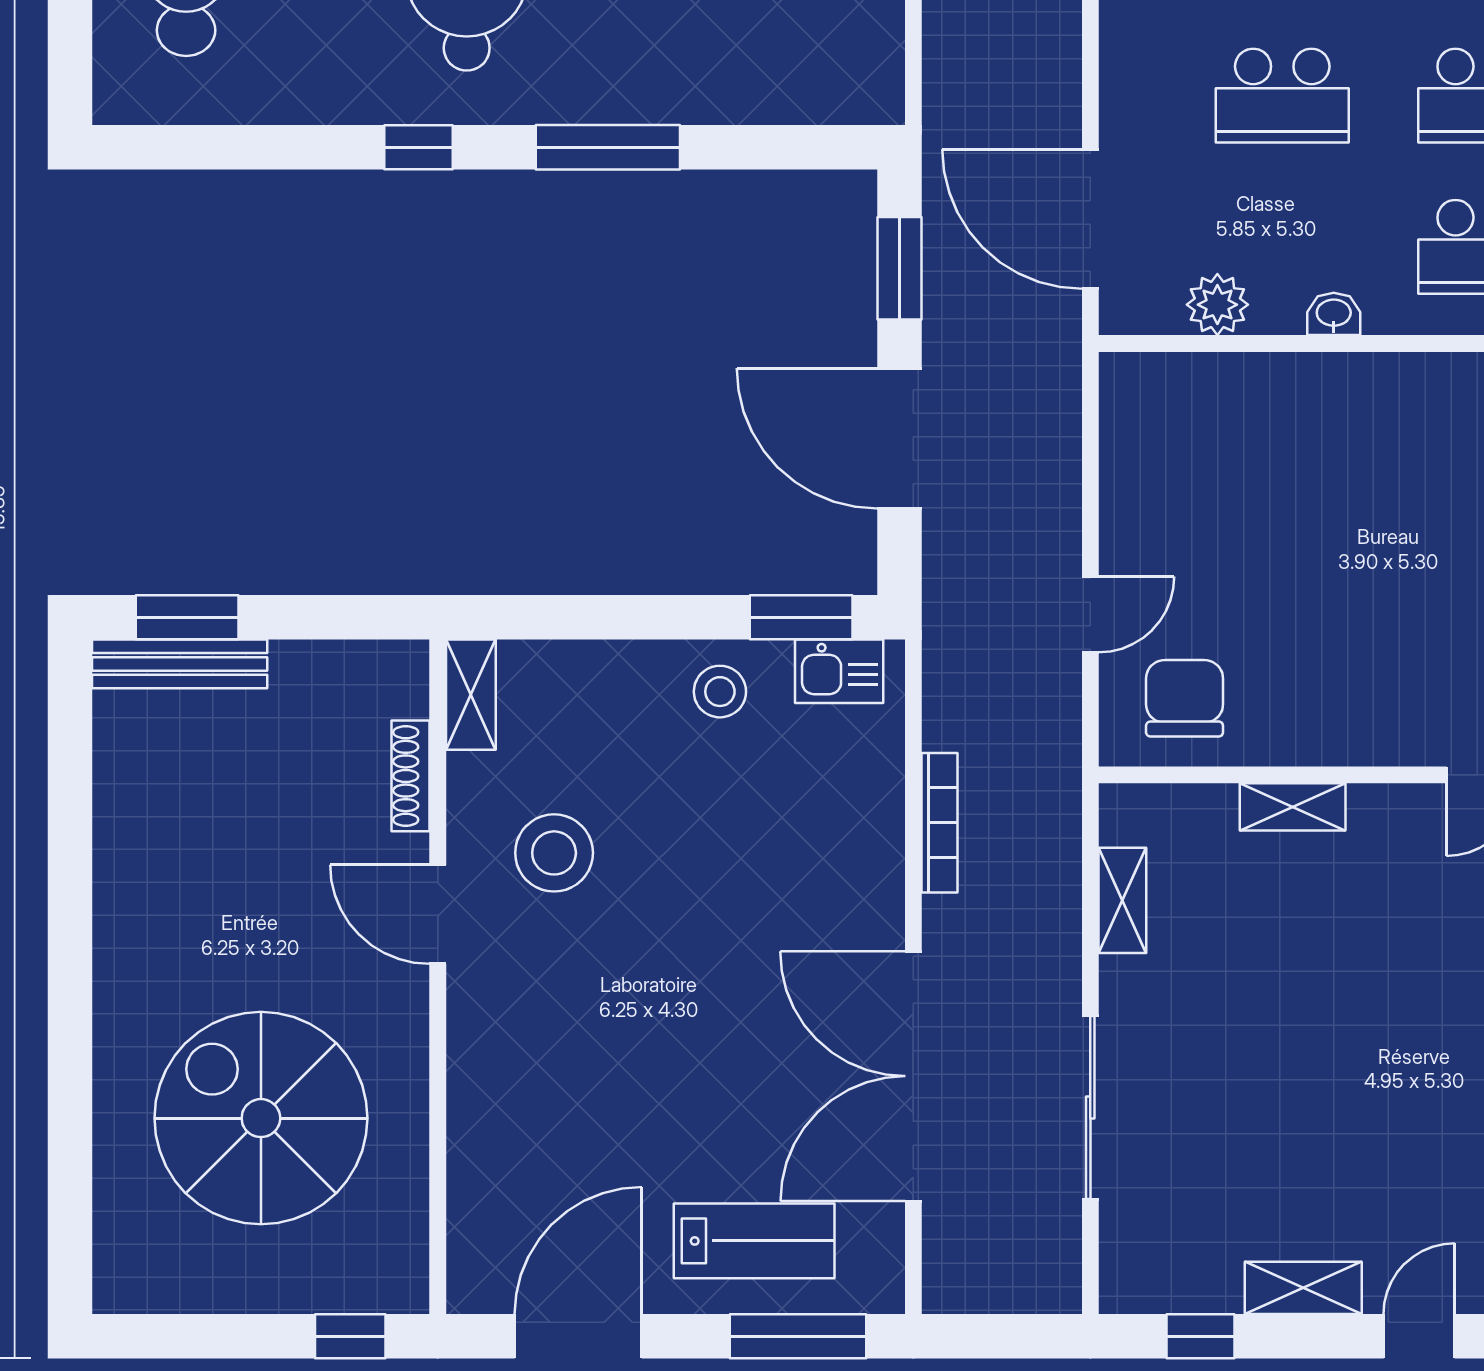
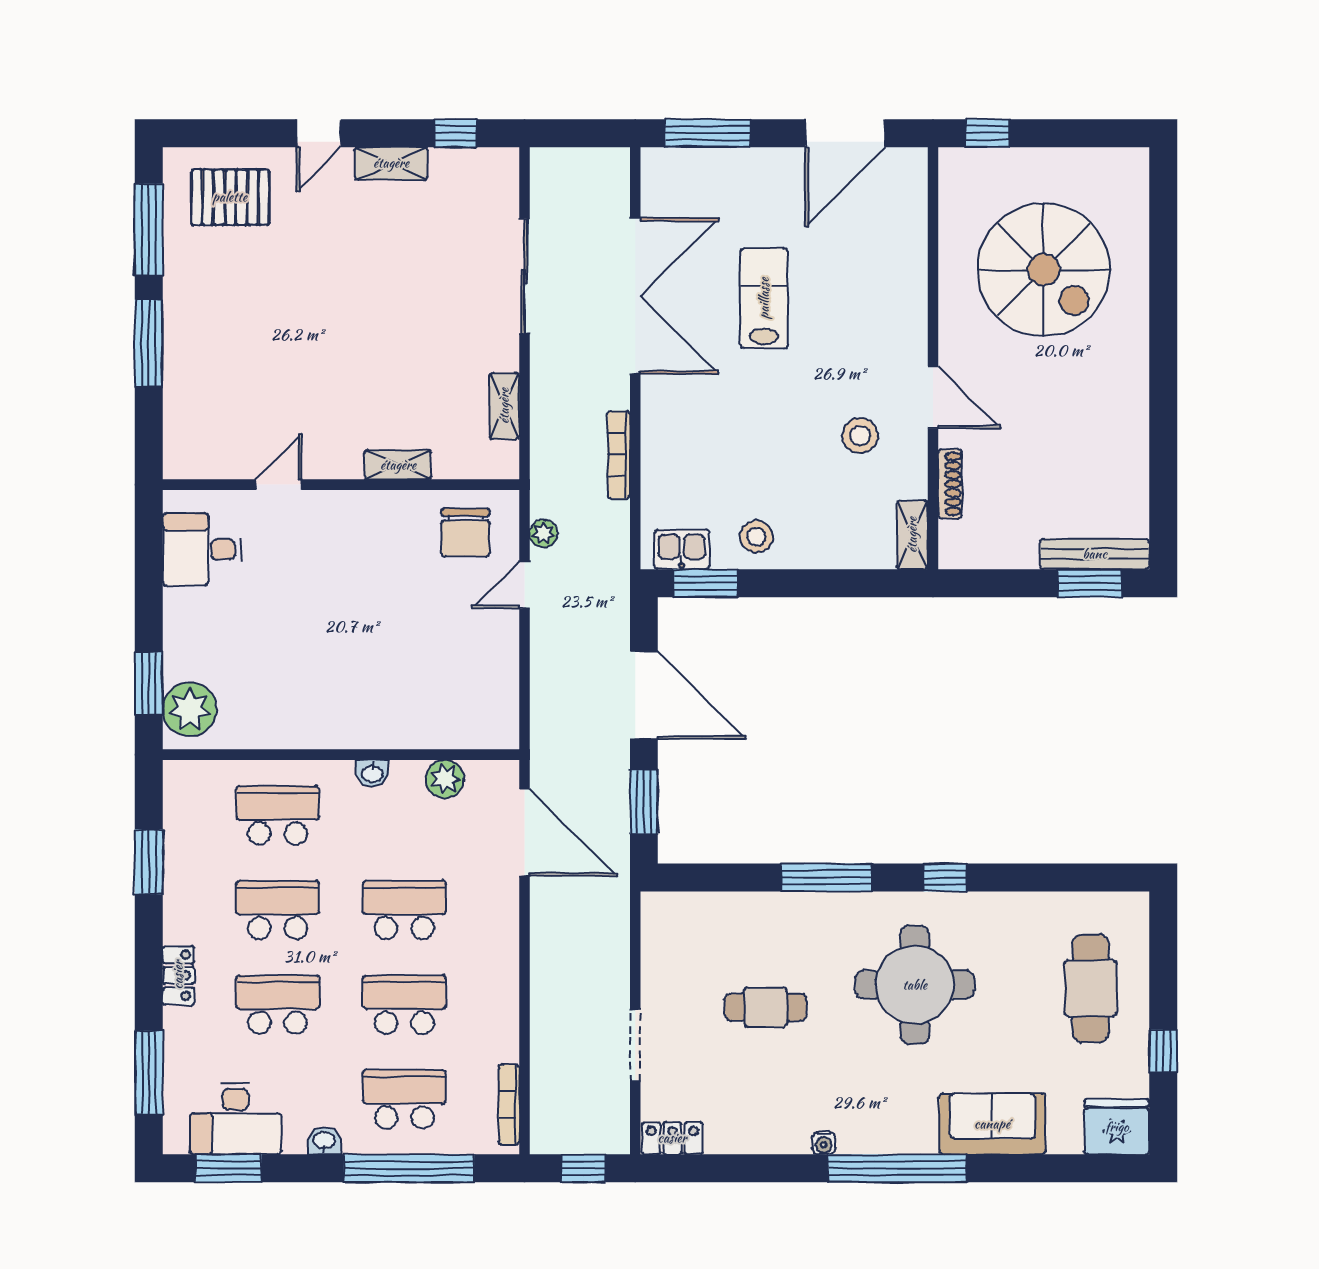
plant: (1060, 697) -> (543, 534), added
stool: (554, 853) -> (860, 436), width x0.73, depth x0.73
lab bench: (754, 1241) -> (764, 298), moved, turned 90

